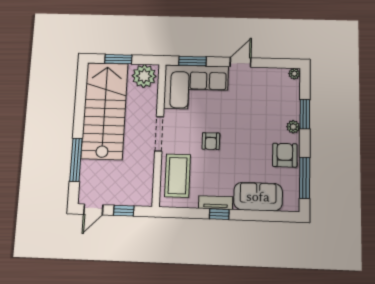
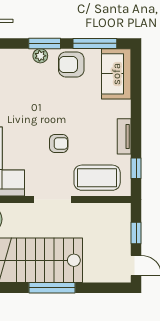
window: (305, 114) -> (45, 43), moved
window: (76, 160) -> (52, 288), moved
sofa: (258, 197) -> (116, 74), moved
window: (219, 214) -> (136, 168), moved

